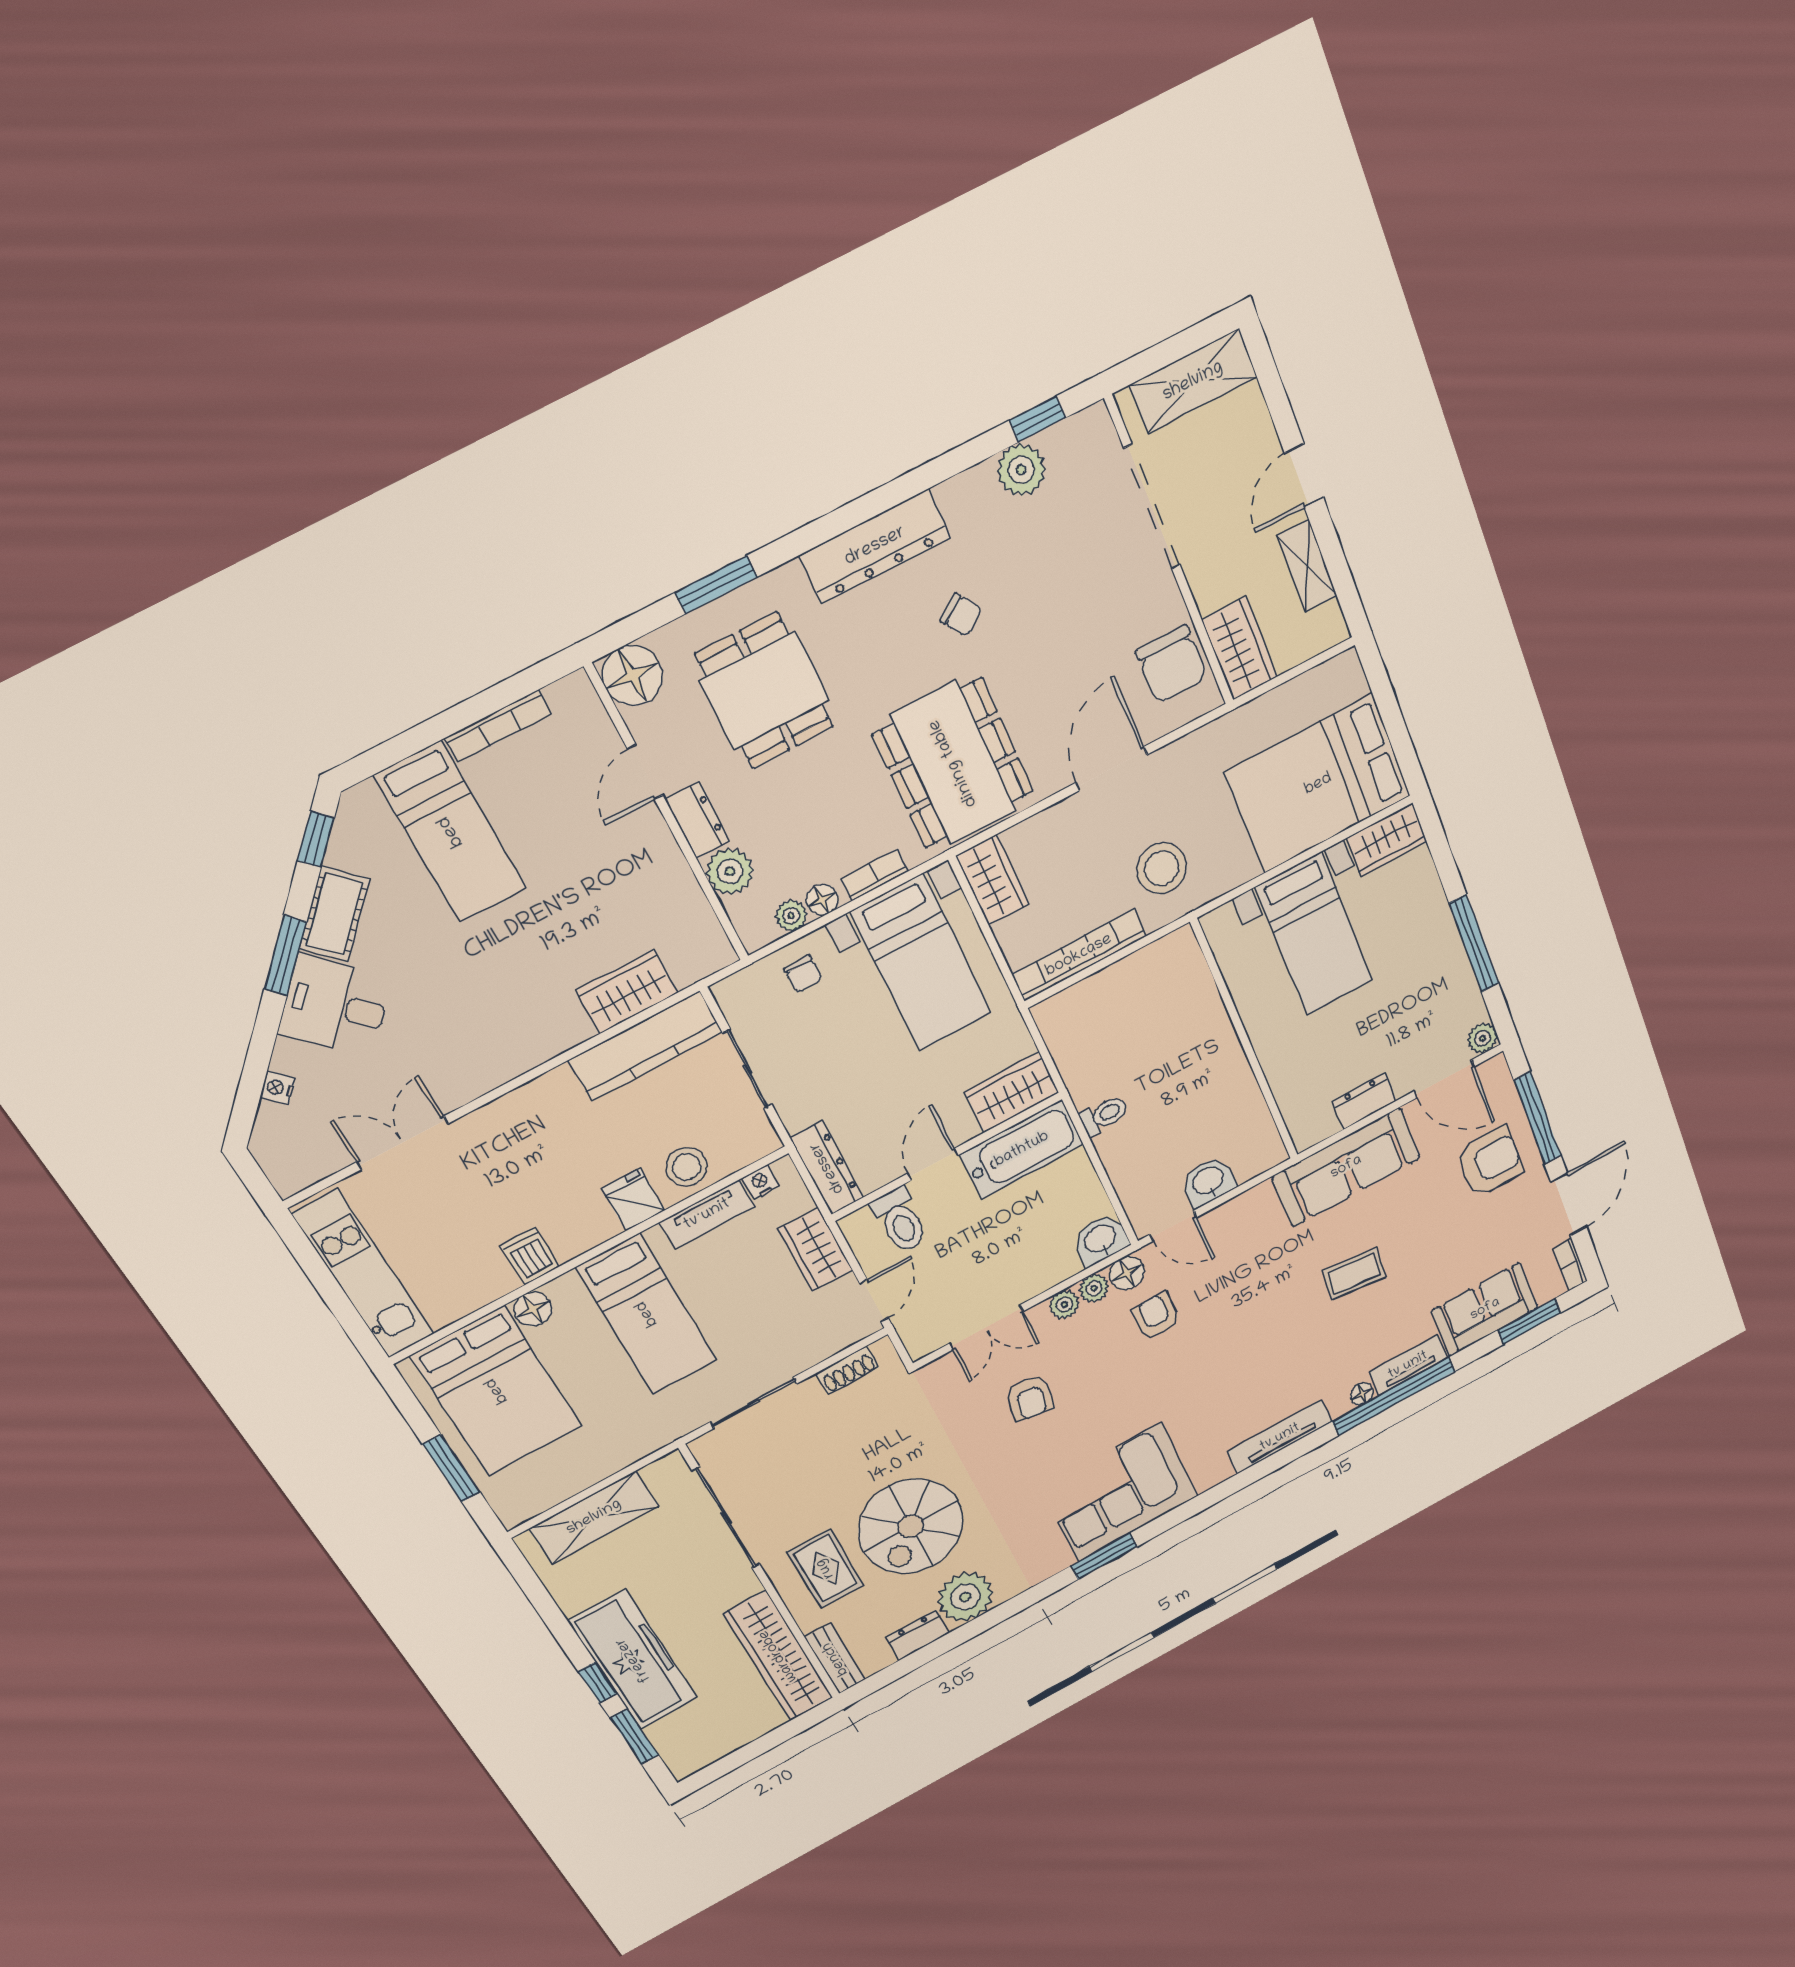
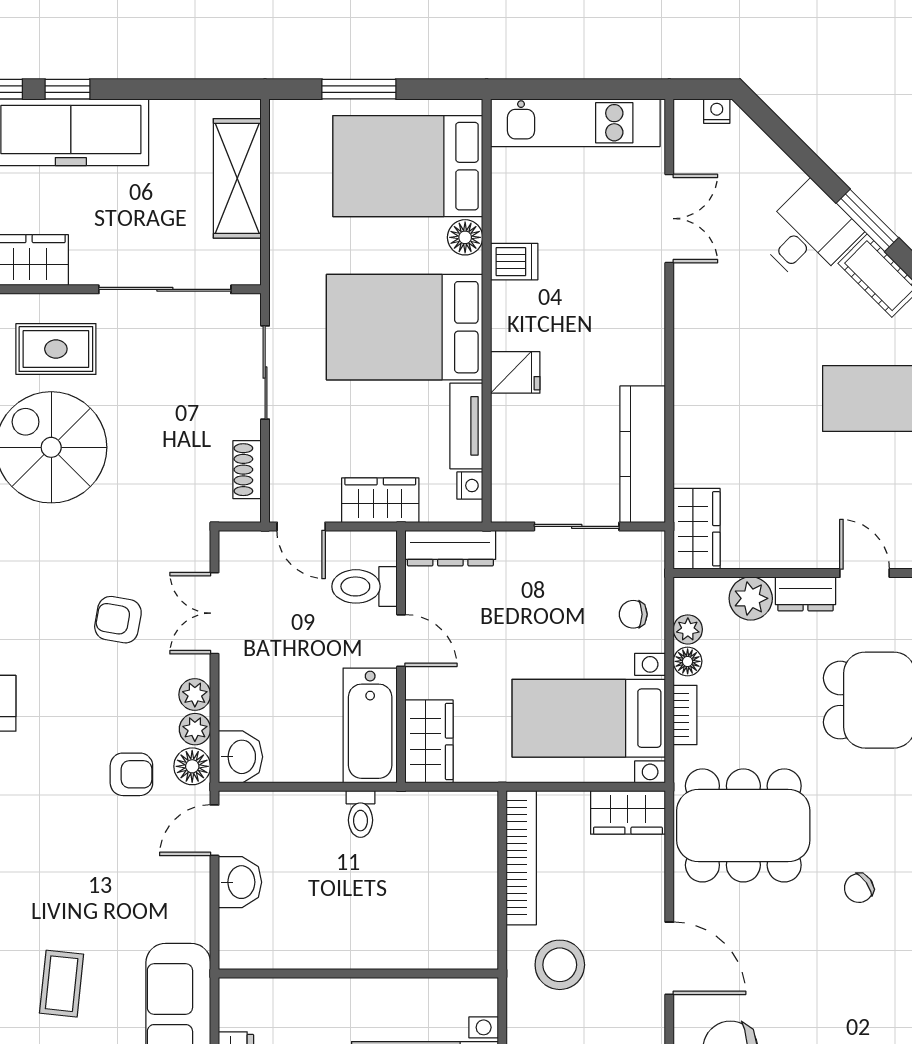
wardrobe: (627, 992) -> (697, 529), moved
nightstand: (278, 1088) -> (717, 111), moved, turned -45
stool: (686, 1167) -> (519, 431), removed
bed: (647, 1314) -> (405, 327), width x1.50

